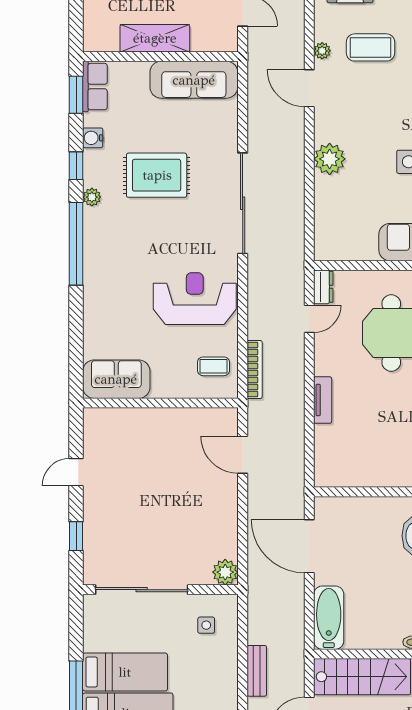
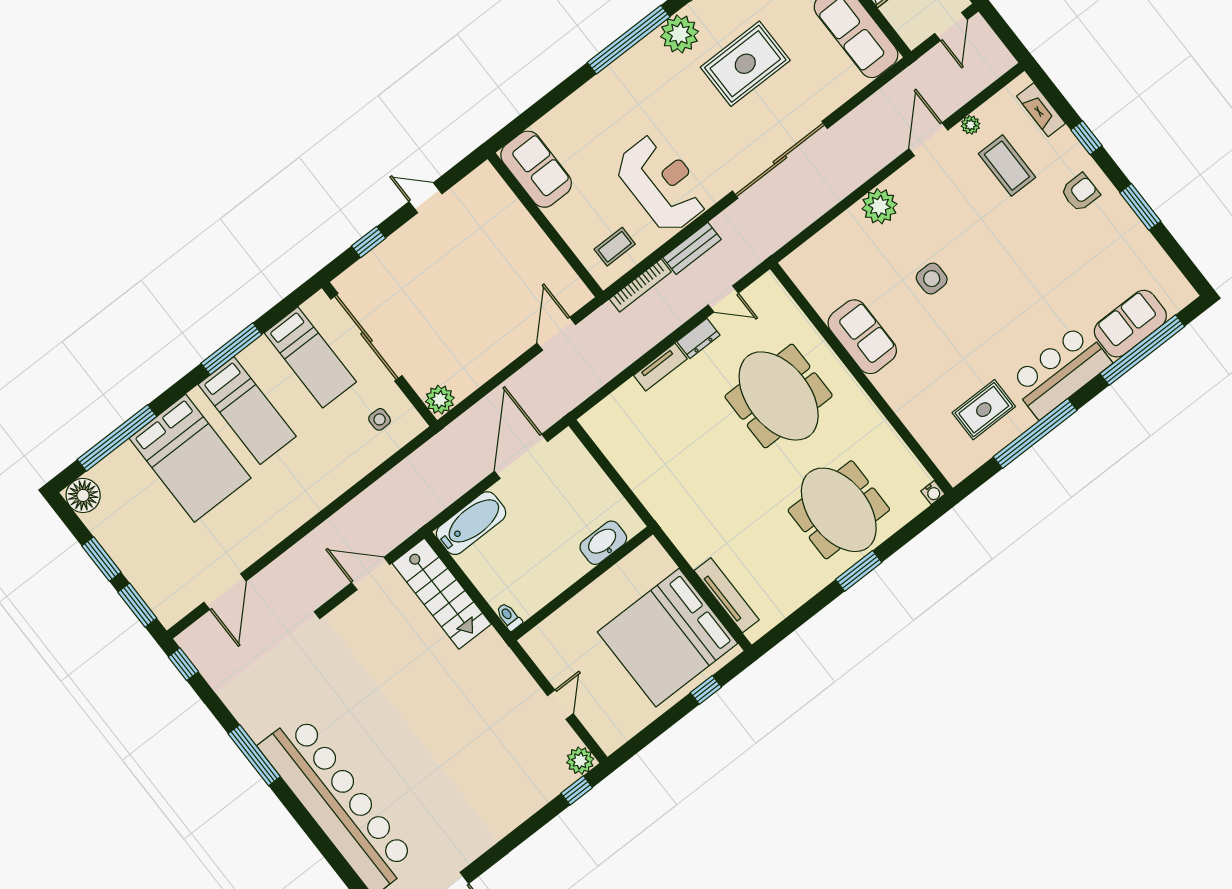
rug: (157, 175) -> (745, 64), turned 90
plant: (92, 197) -> (679, 34), width x1.87, depth x1.87
dresser: (323, 287) -> (698, 338), moved
coffee table: (213, 366) -> (615, 247), turned 90
bench: (257, 671) -> (692, 248), moved
bed: (125, 672) -> (310, 357), moved

